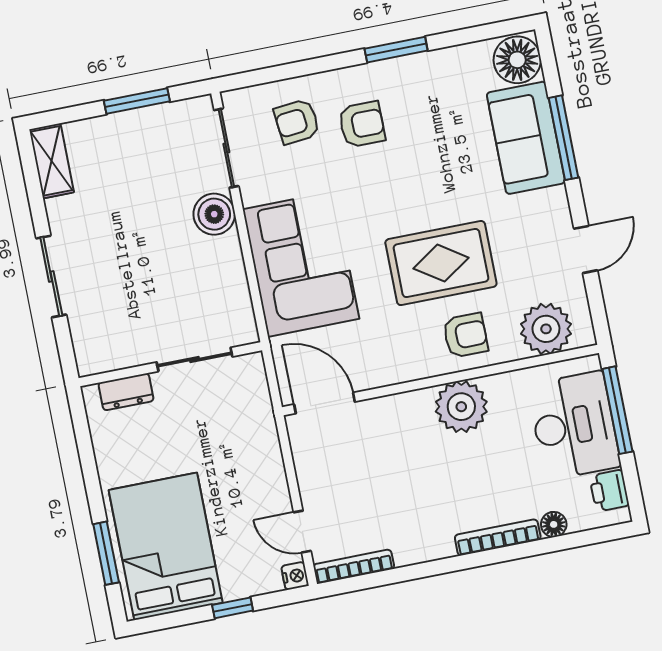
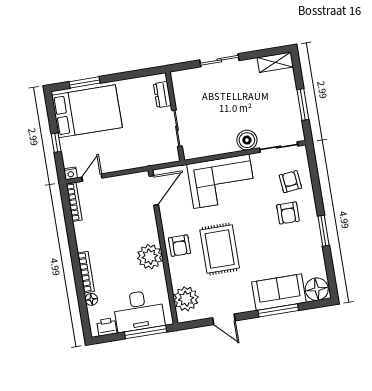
armchair: (465, 335) -> (180, 246), moved

